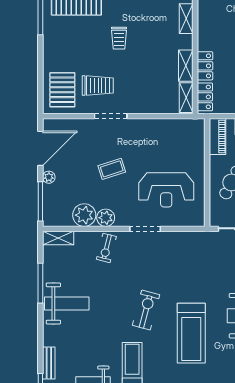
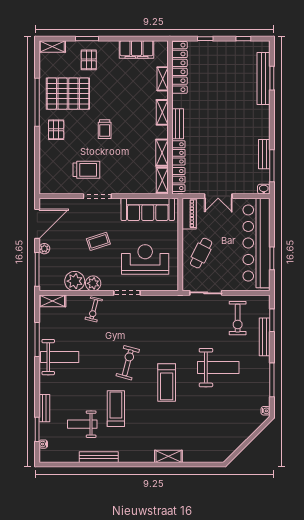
bench: (204, 32) -> (178, 124), added
pallet: (62, 90) -> (56, 130), moved, width x0.67, depth x0.71
sofa: (169, 132) -> (148, 209), added
reception desk: (166, 190) -> (145, 259), turned 180
treadmill: (191, 333) -> (167, 383), width x0.73, depth x0.73

